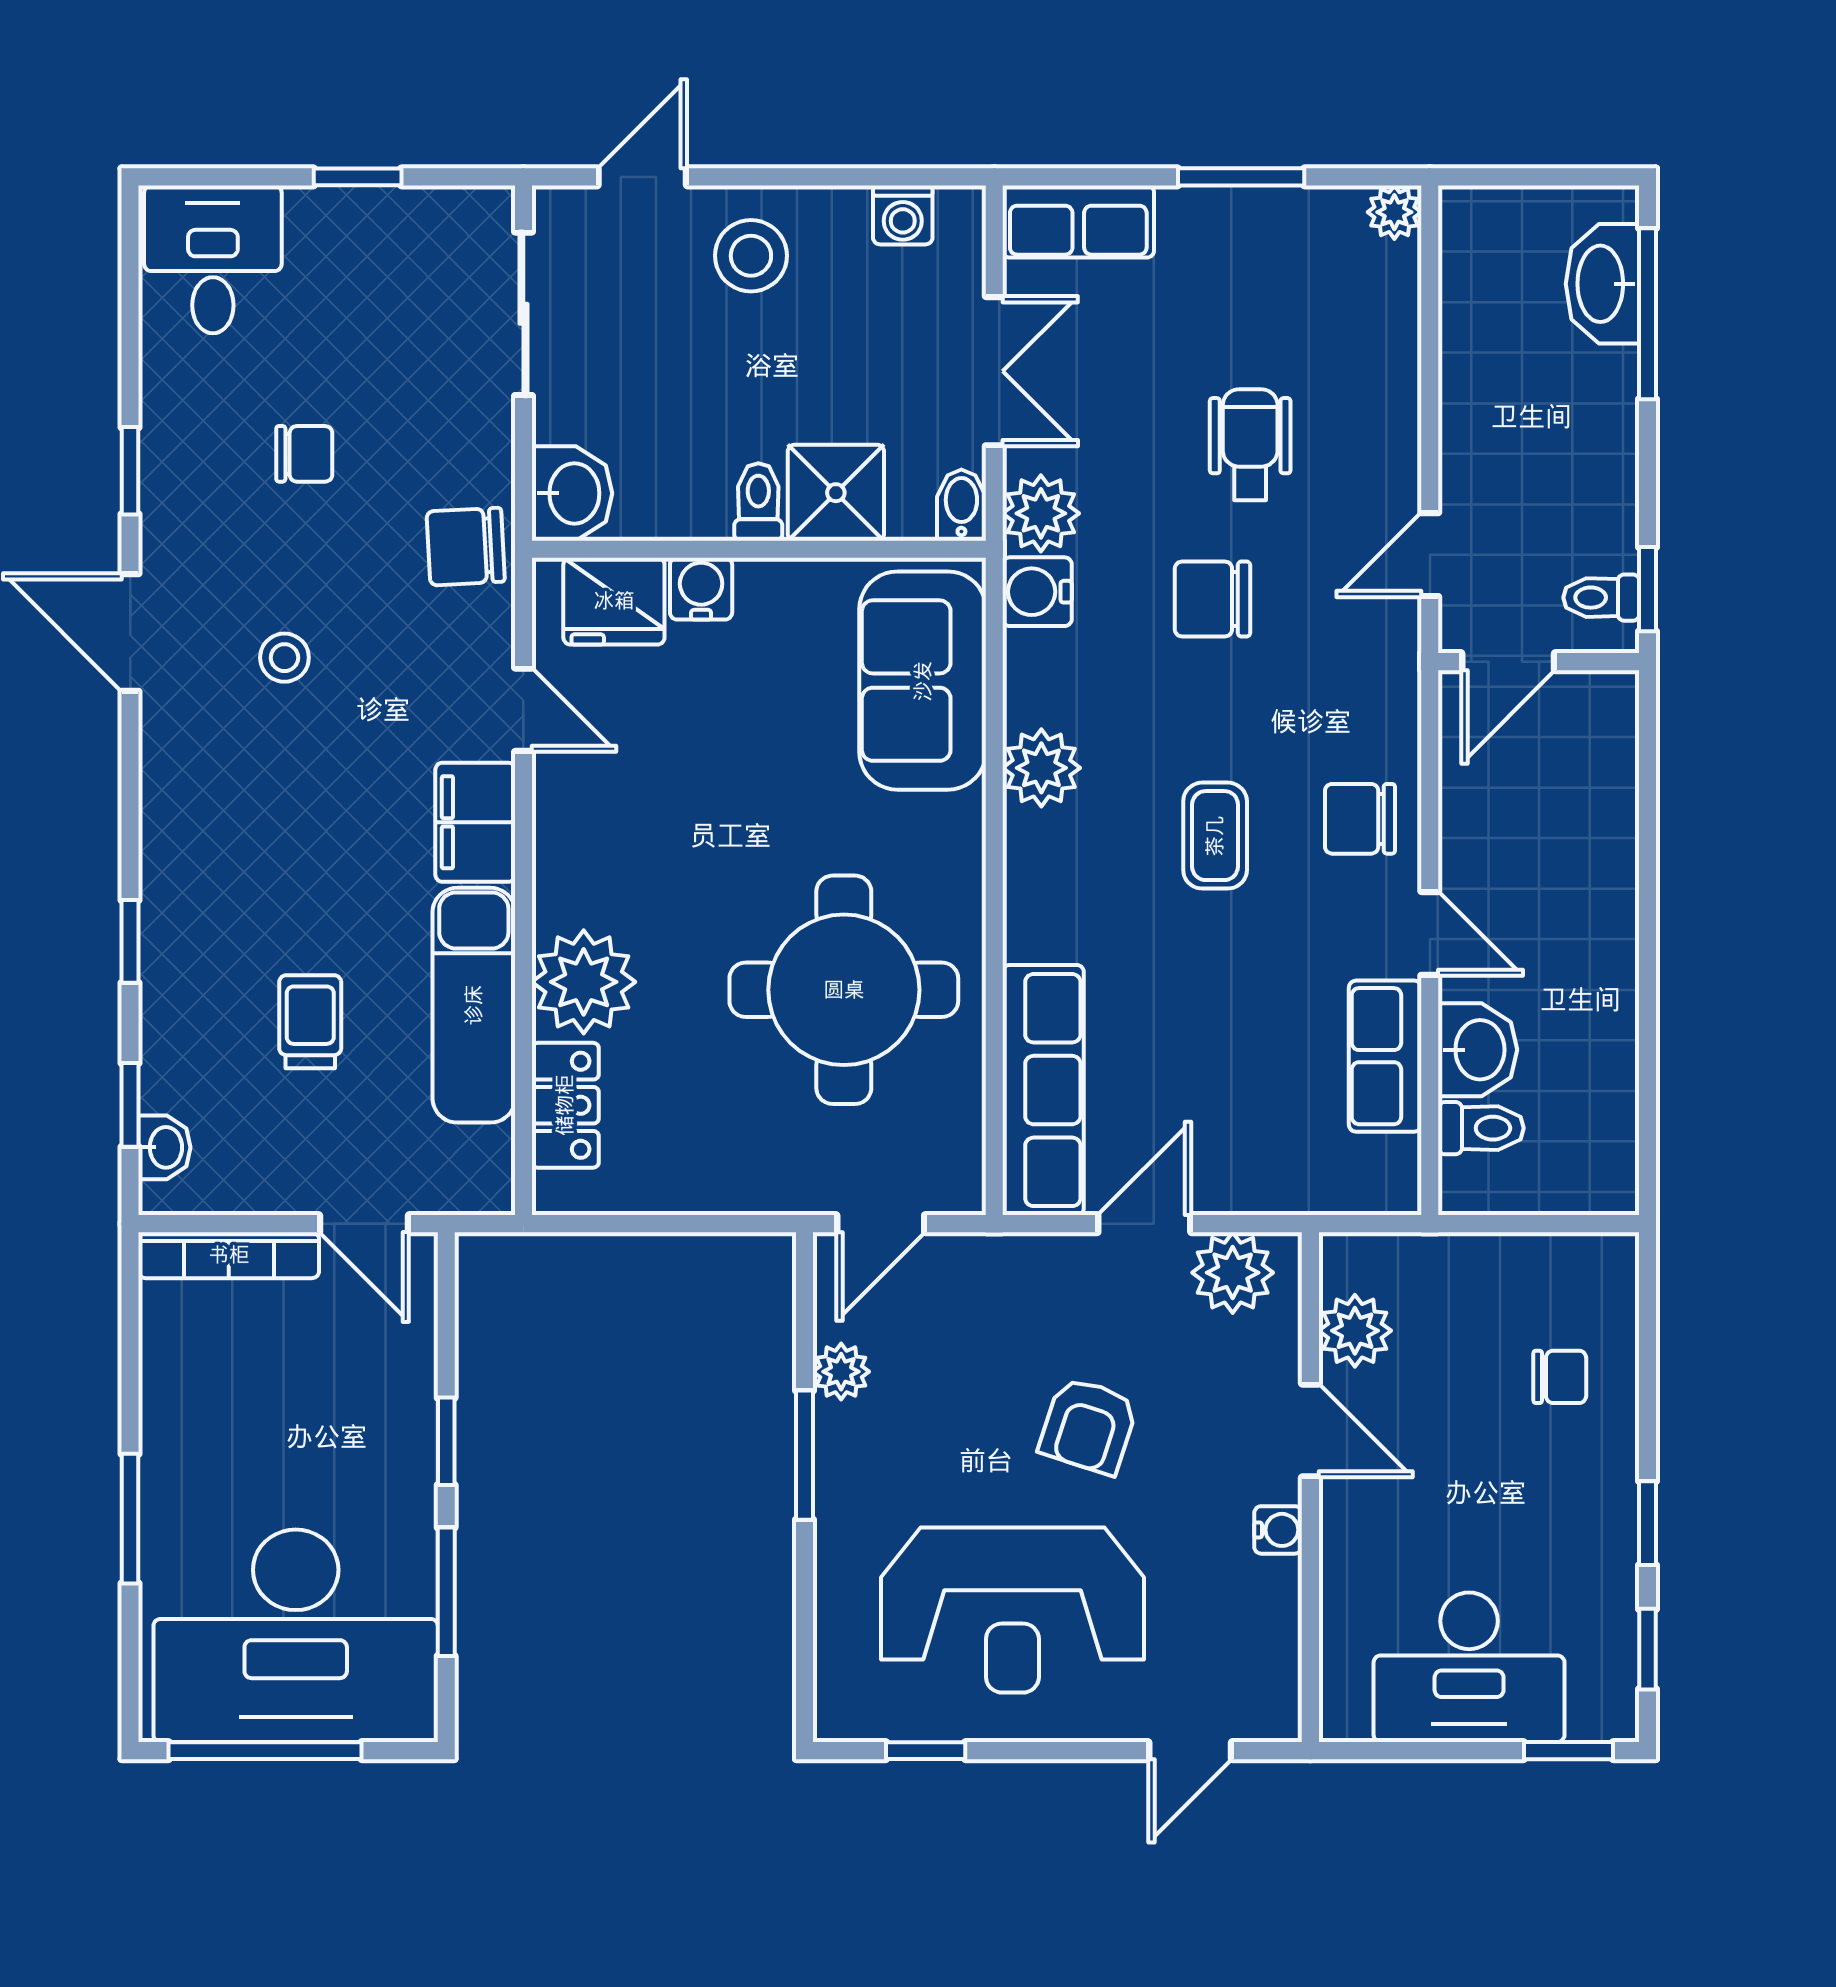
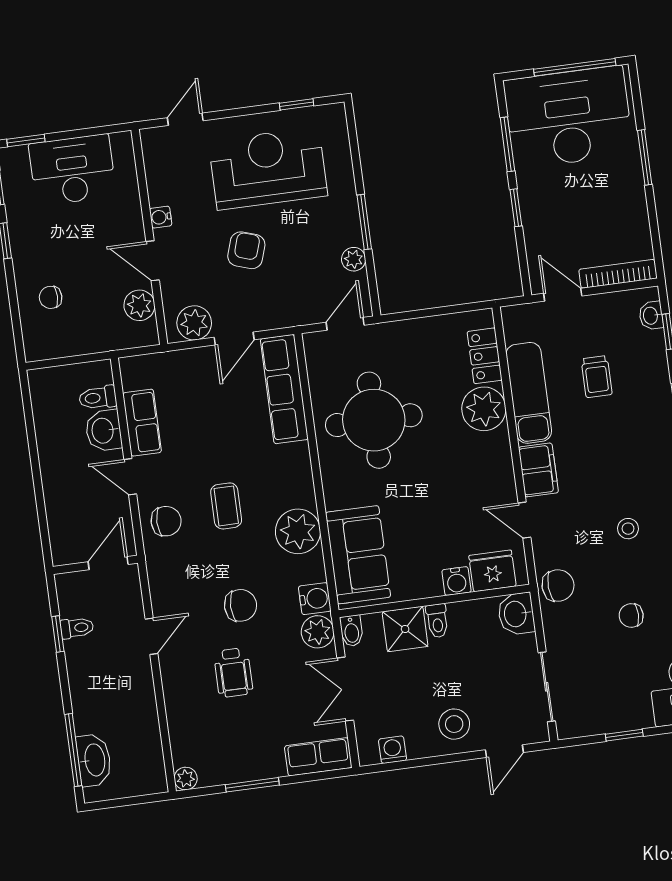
door: (1508, 662) -> (108, 563), moved
wall: (1539, 662) -> (95, 565), moved
plant: (1041, 768) -> (298, 531), width x1.36, depth x1.36

